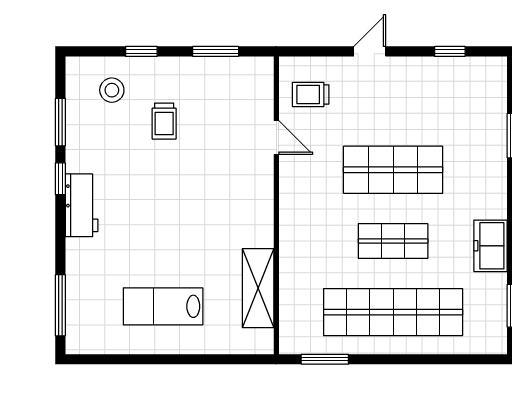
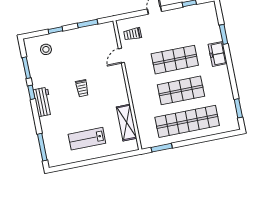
trolley: (164, 121) -> (82, 88), moved
door: (276, 137) -> (121, 56), swing flipped
shop shelf: (393, 241) -> (181, 90), width x1.43, depth x1.36
freezer: (491, 246) -> (218, 54), moved

